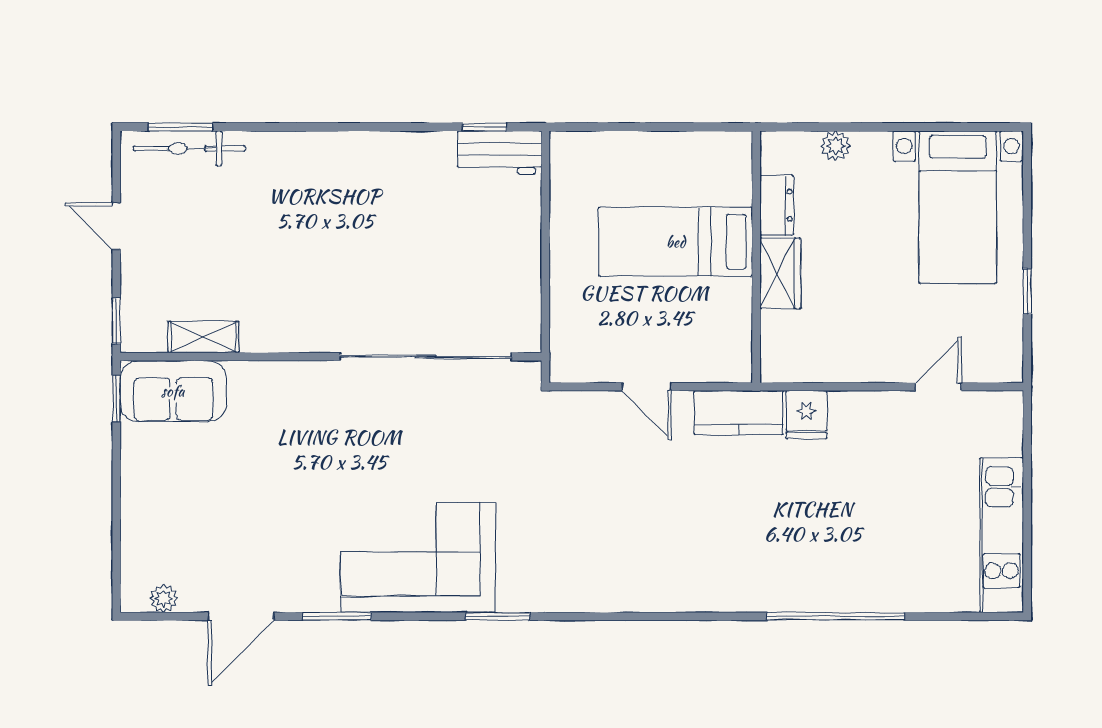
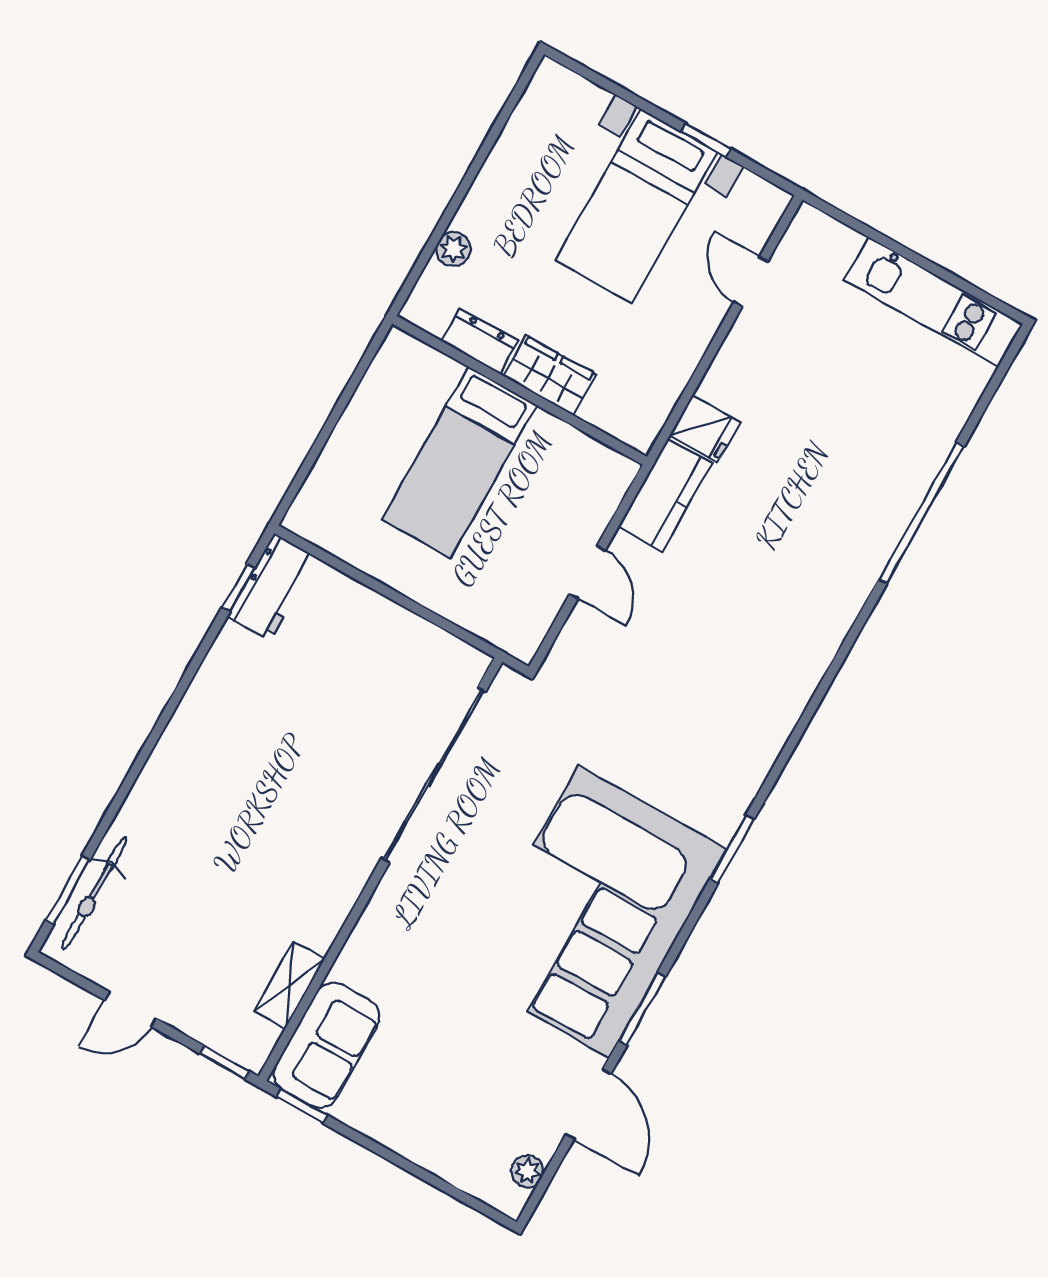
bed with nightstands: (958, 207) -> (637, 206), moved, turned 90
door: (647, 387) -> (587, 572), hinge flipped
corner sofa: (418, 557) -> (594, 912), width x1.36, depth x1.36

